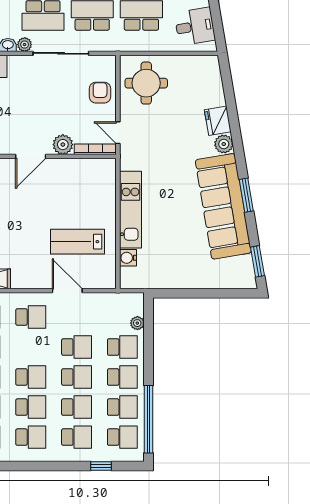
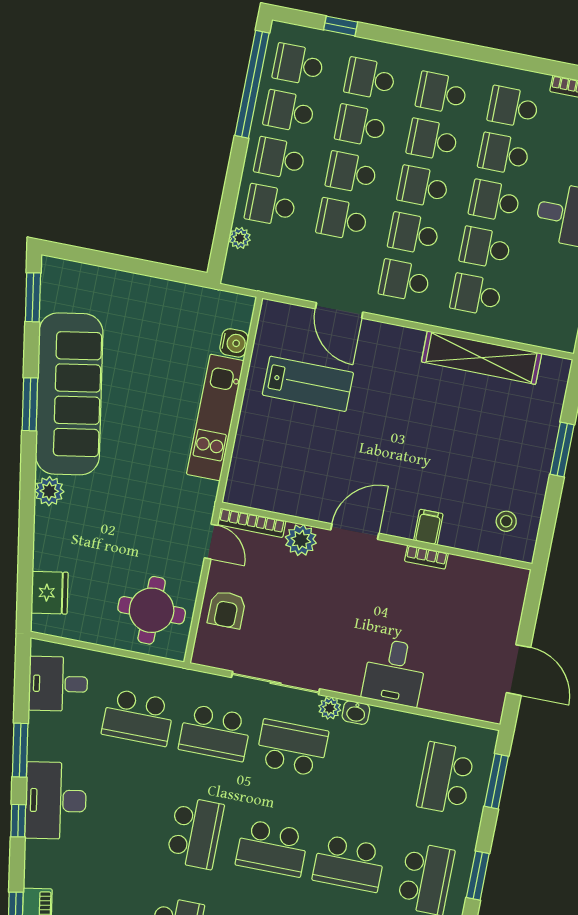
fridge: (218, 121) -> (50, 593), moved
school desk: (31, 347) -> (414, 234), added

